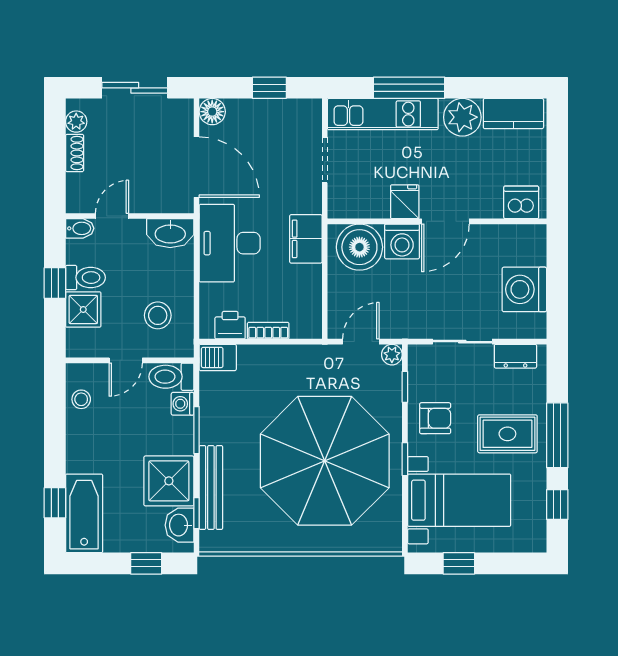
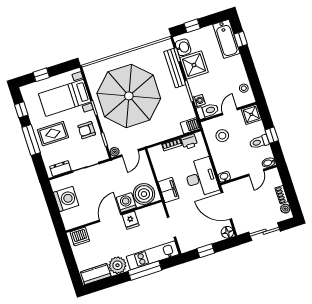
washbasin: (170, 233) -> (224, 177), width x0.52, depth x0.69
shower: (83, 309) -> (251, 114), moved
window: (459, 563) -> (41, 75), moved

